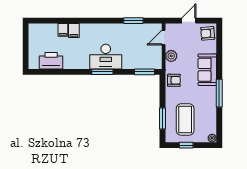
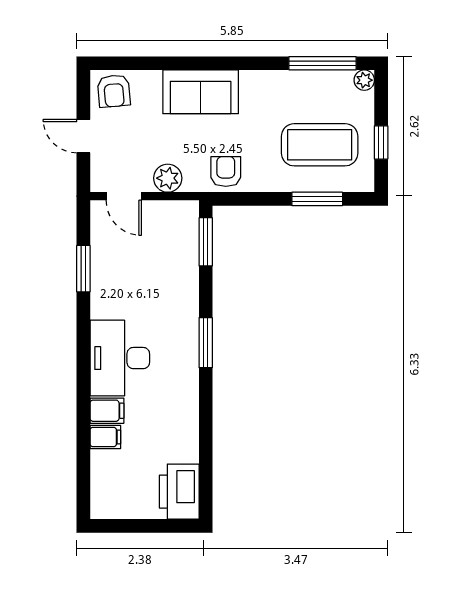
desk: (106, 57) -> (120, 358), moved, turned 180
printer: (51, 61) -> (179, 492), moved
window: (219, 93) -> (323, 63), moved

